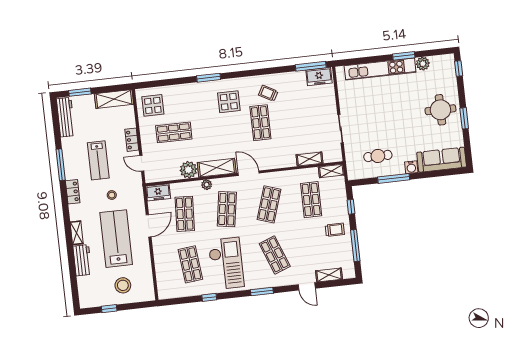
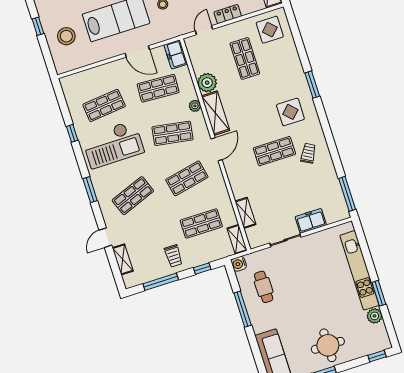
freezer: (319, 77) -> (311, 221), moved, turned 90
water cooler: (411, 167) -> (239, 264), moved
shop shelf: (269, 204) -> (187, 178), turned -30

